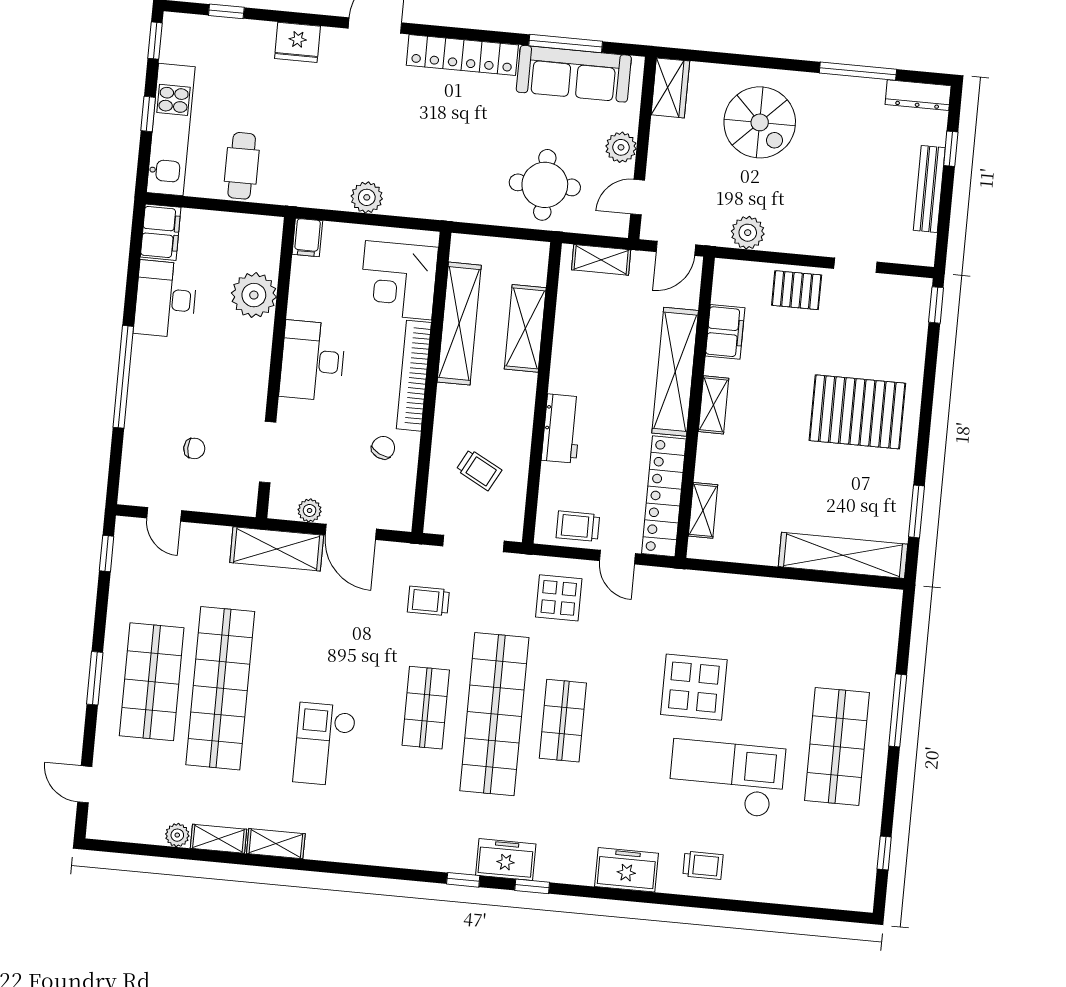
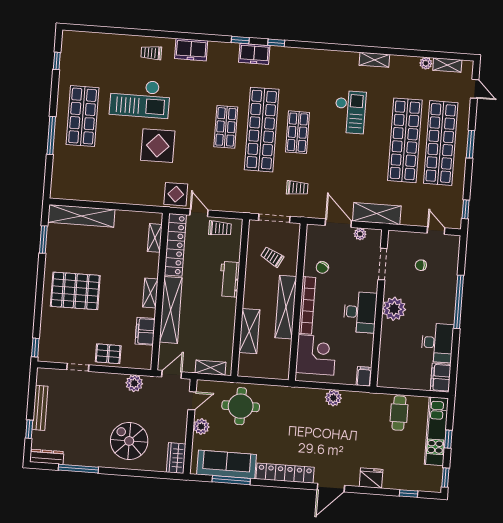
plant: (254, 295) -> (394, 309), moved
shelving: (459, 324) -> (286, 307), moved
display table: (559, 598) -> (176, 194), moved
shop shelf: (152, 682) -> (441, 143), width x1.40
shelving: (218, 839) -> (447, 65), moved

